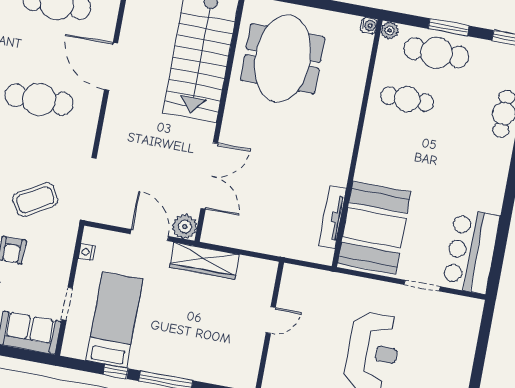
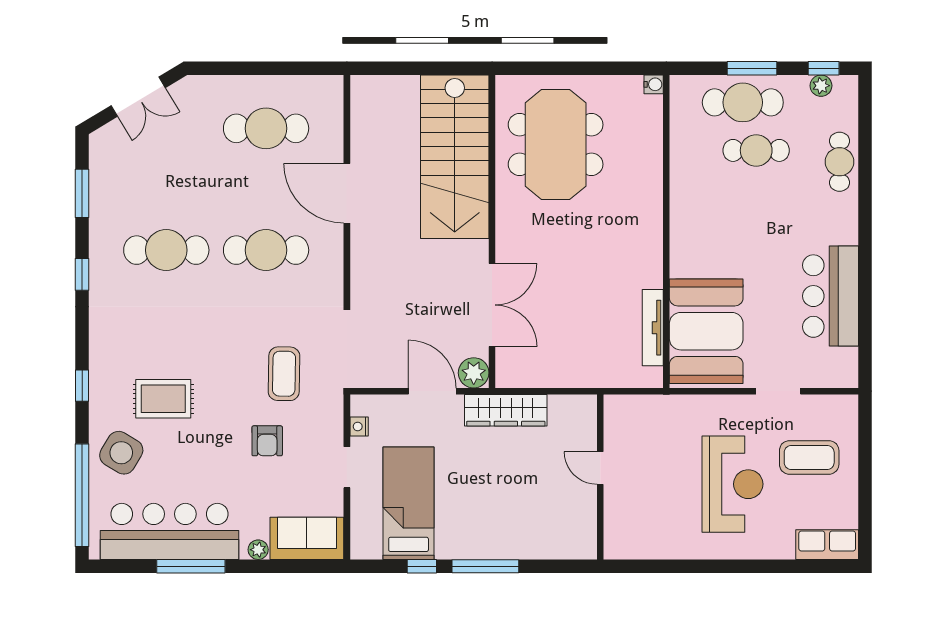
plant: (390, 30) -> (821, 86), moved
cafe table: (407, 99) -> (756, 150), moved
coffee table: (35, 200) -> (284, 374), turned -59
bar counter: (471, 251) -> (831, 296), moved
doorway: (67, 304) -> (347, 467), moved
door: (271, 320) -> (600, 468), swing flipped
coffee table: (437, 342) -> (809, 457), added

